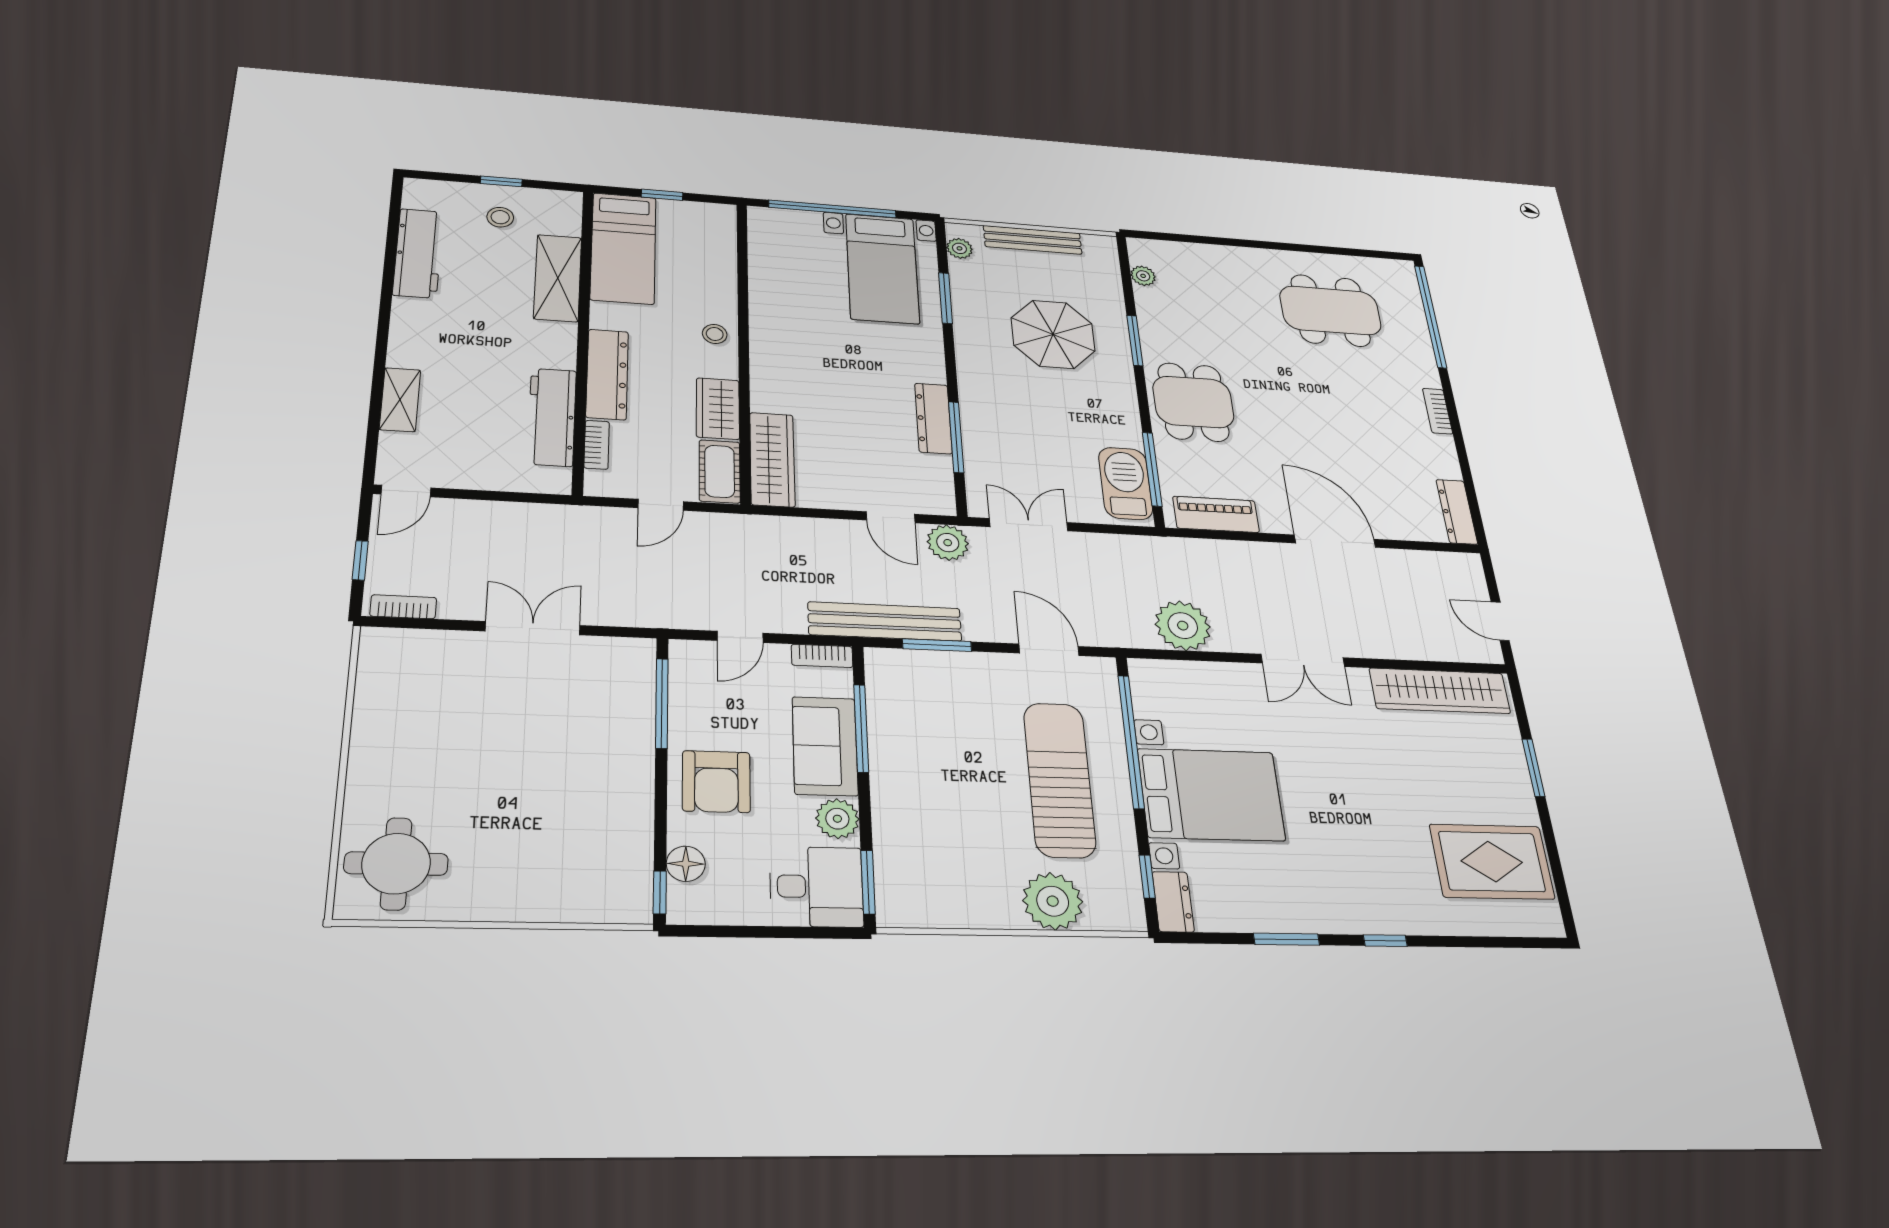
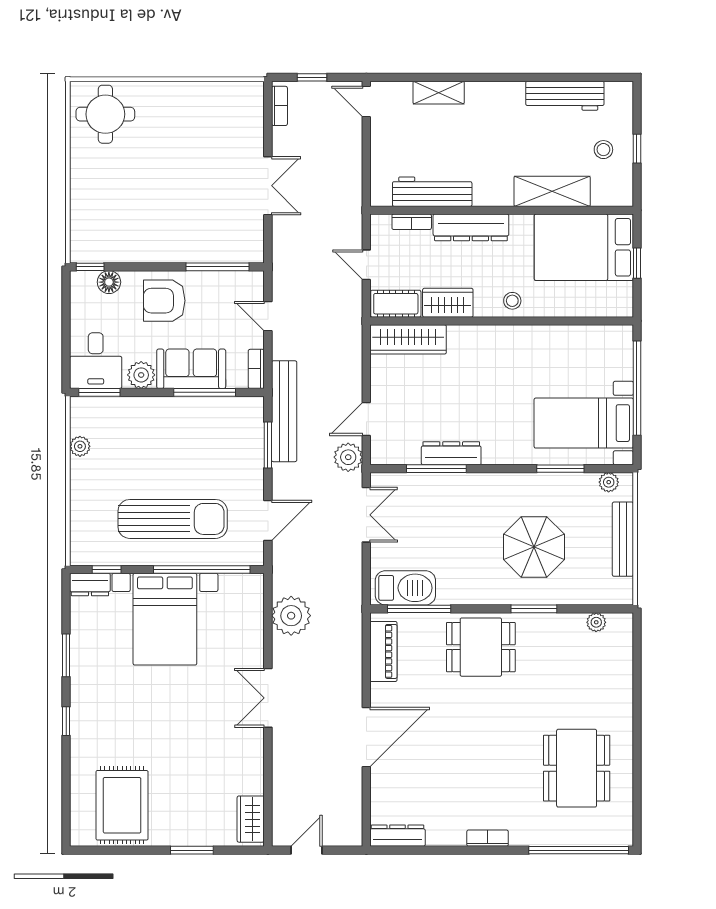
bed: (623, 248) -> (584, 247), width x1.50
wardrobe: (1440, 691) -> (251, 819), width x0.48, depth x0.85
plant: (1053, 901) -> (80, 446), moved, width x0.53, depth x0.53

